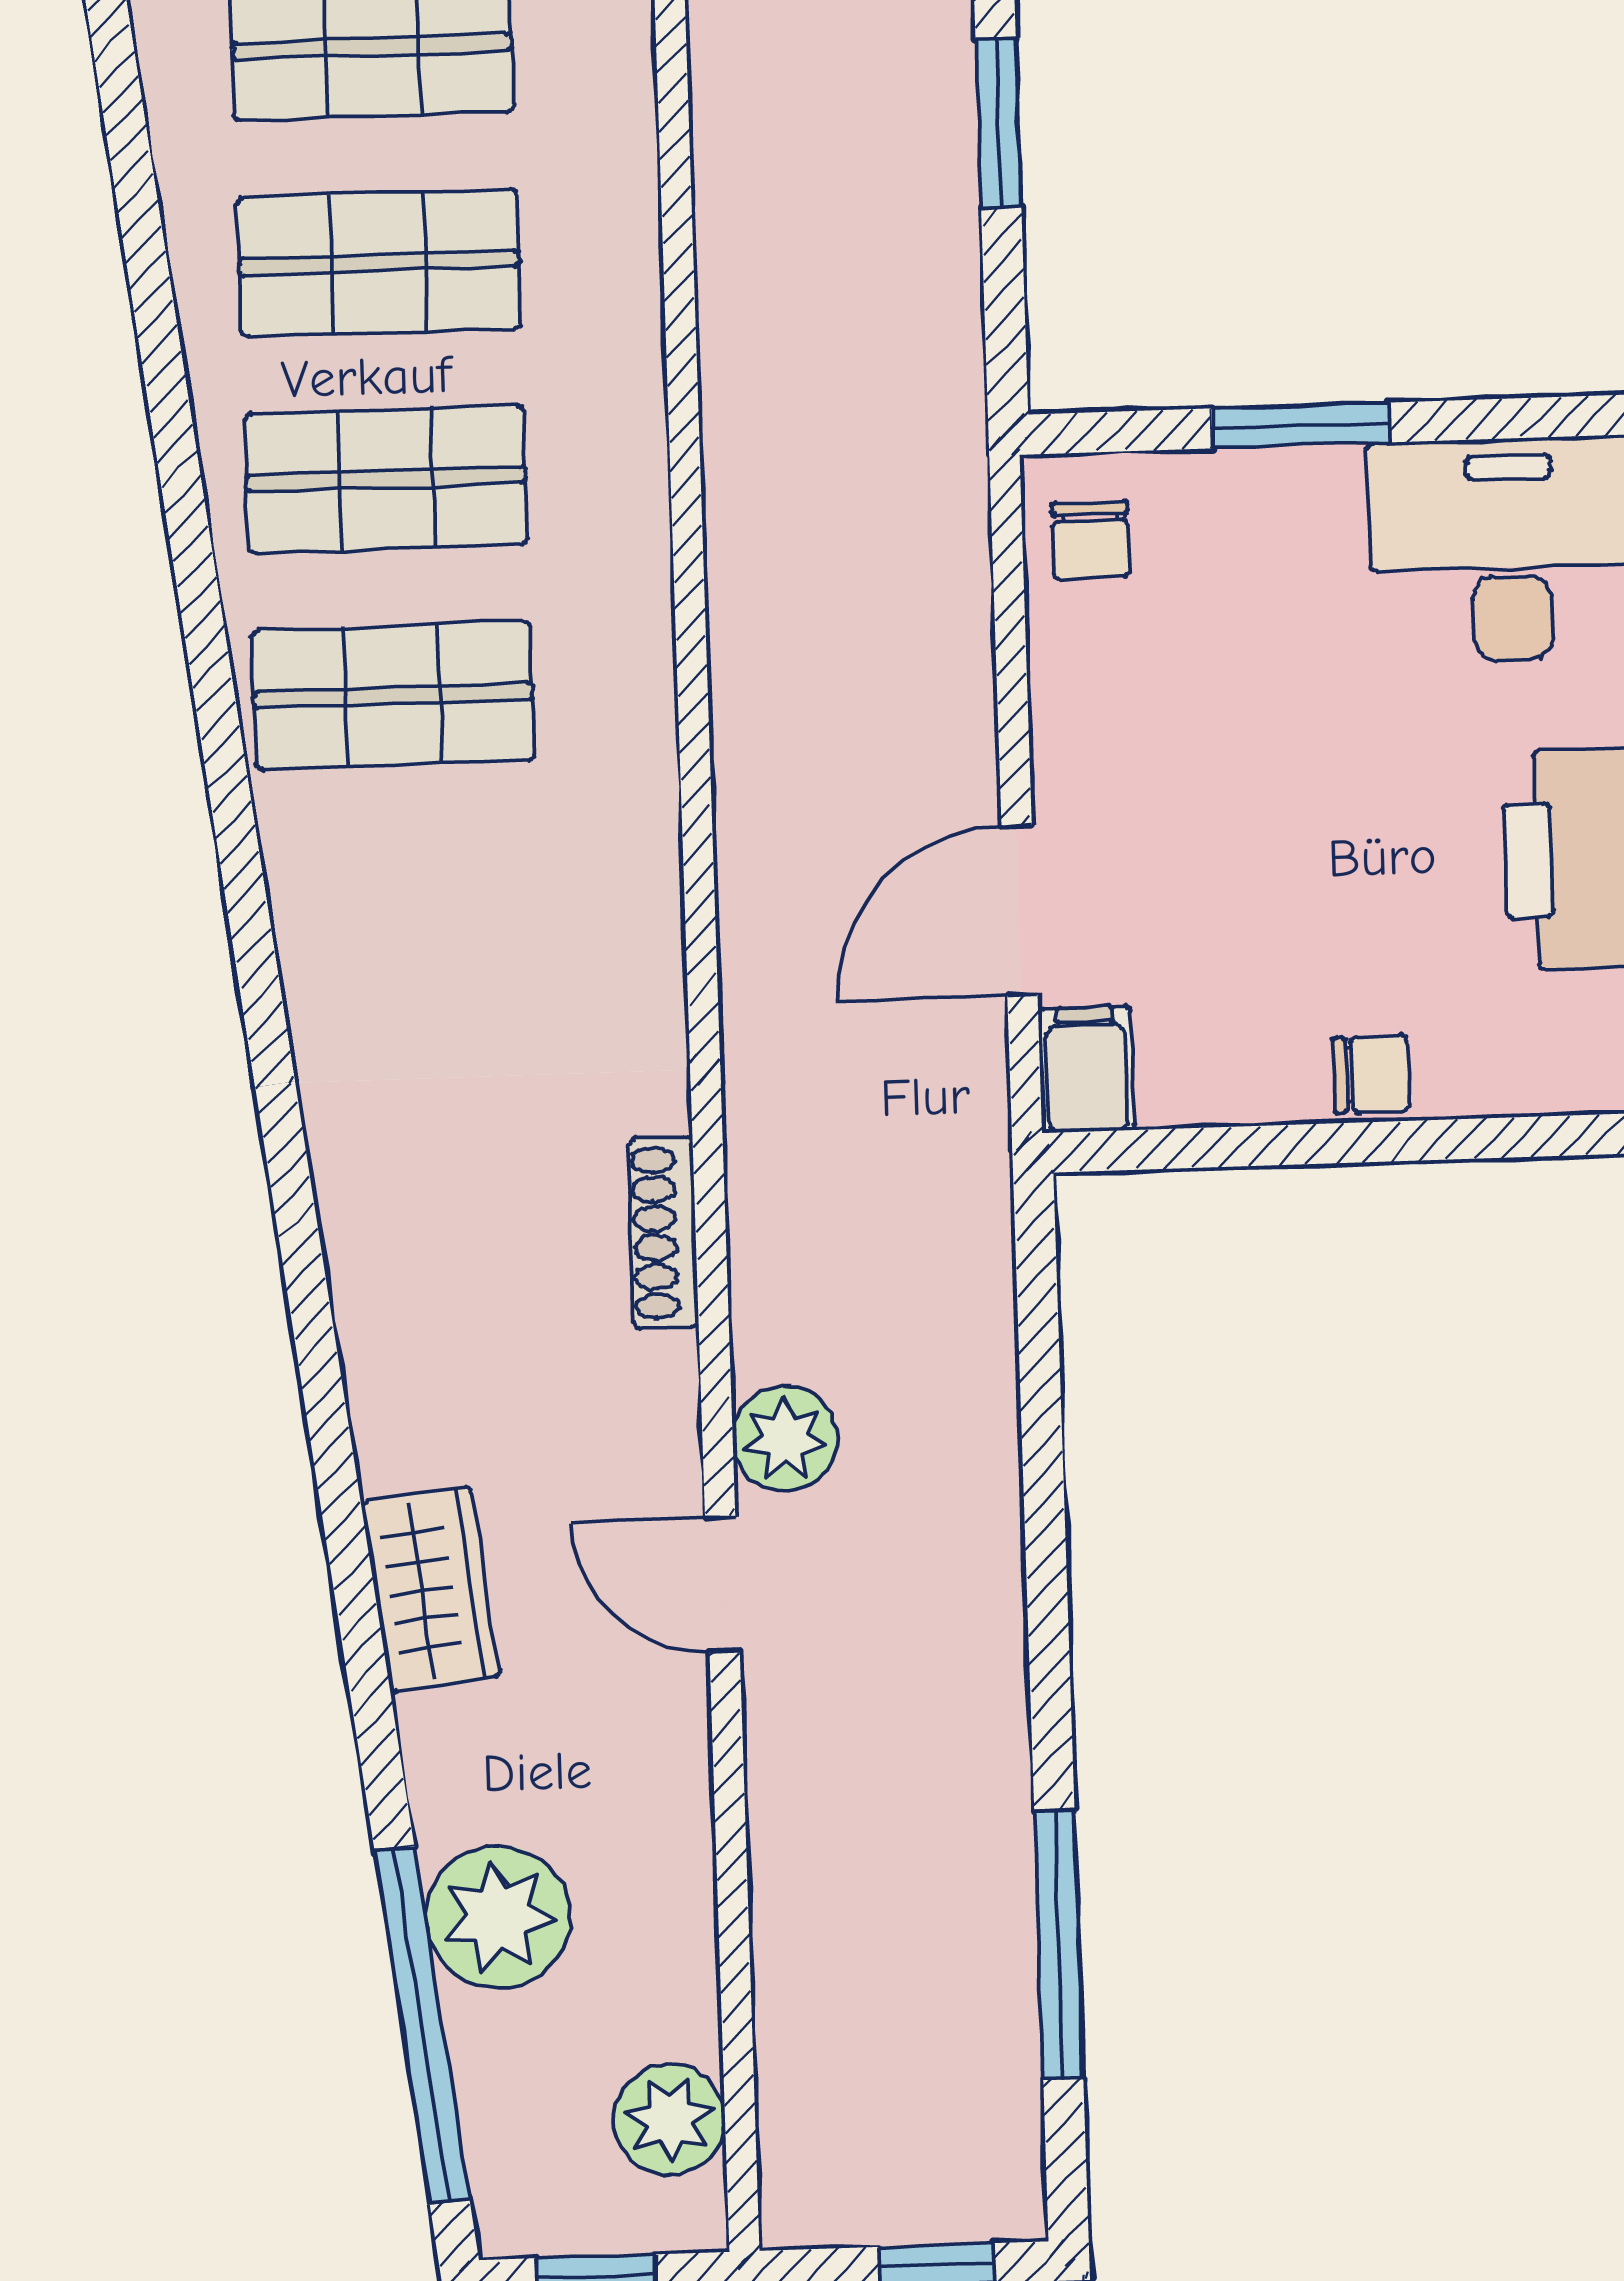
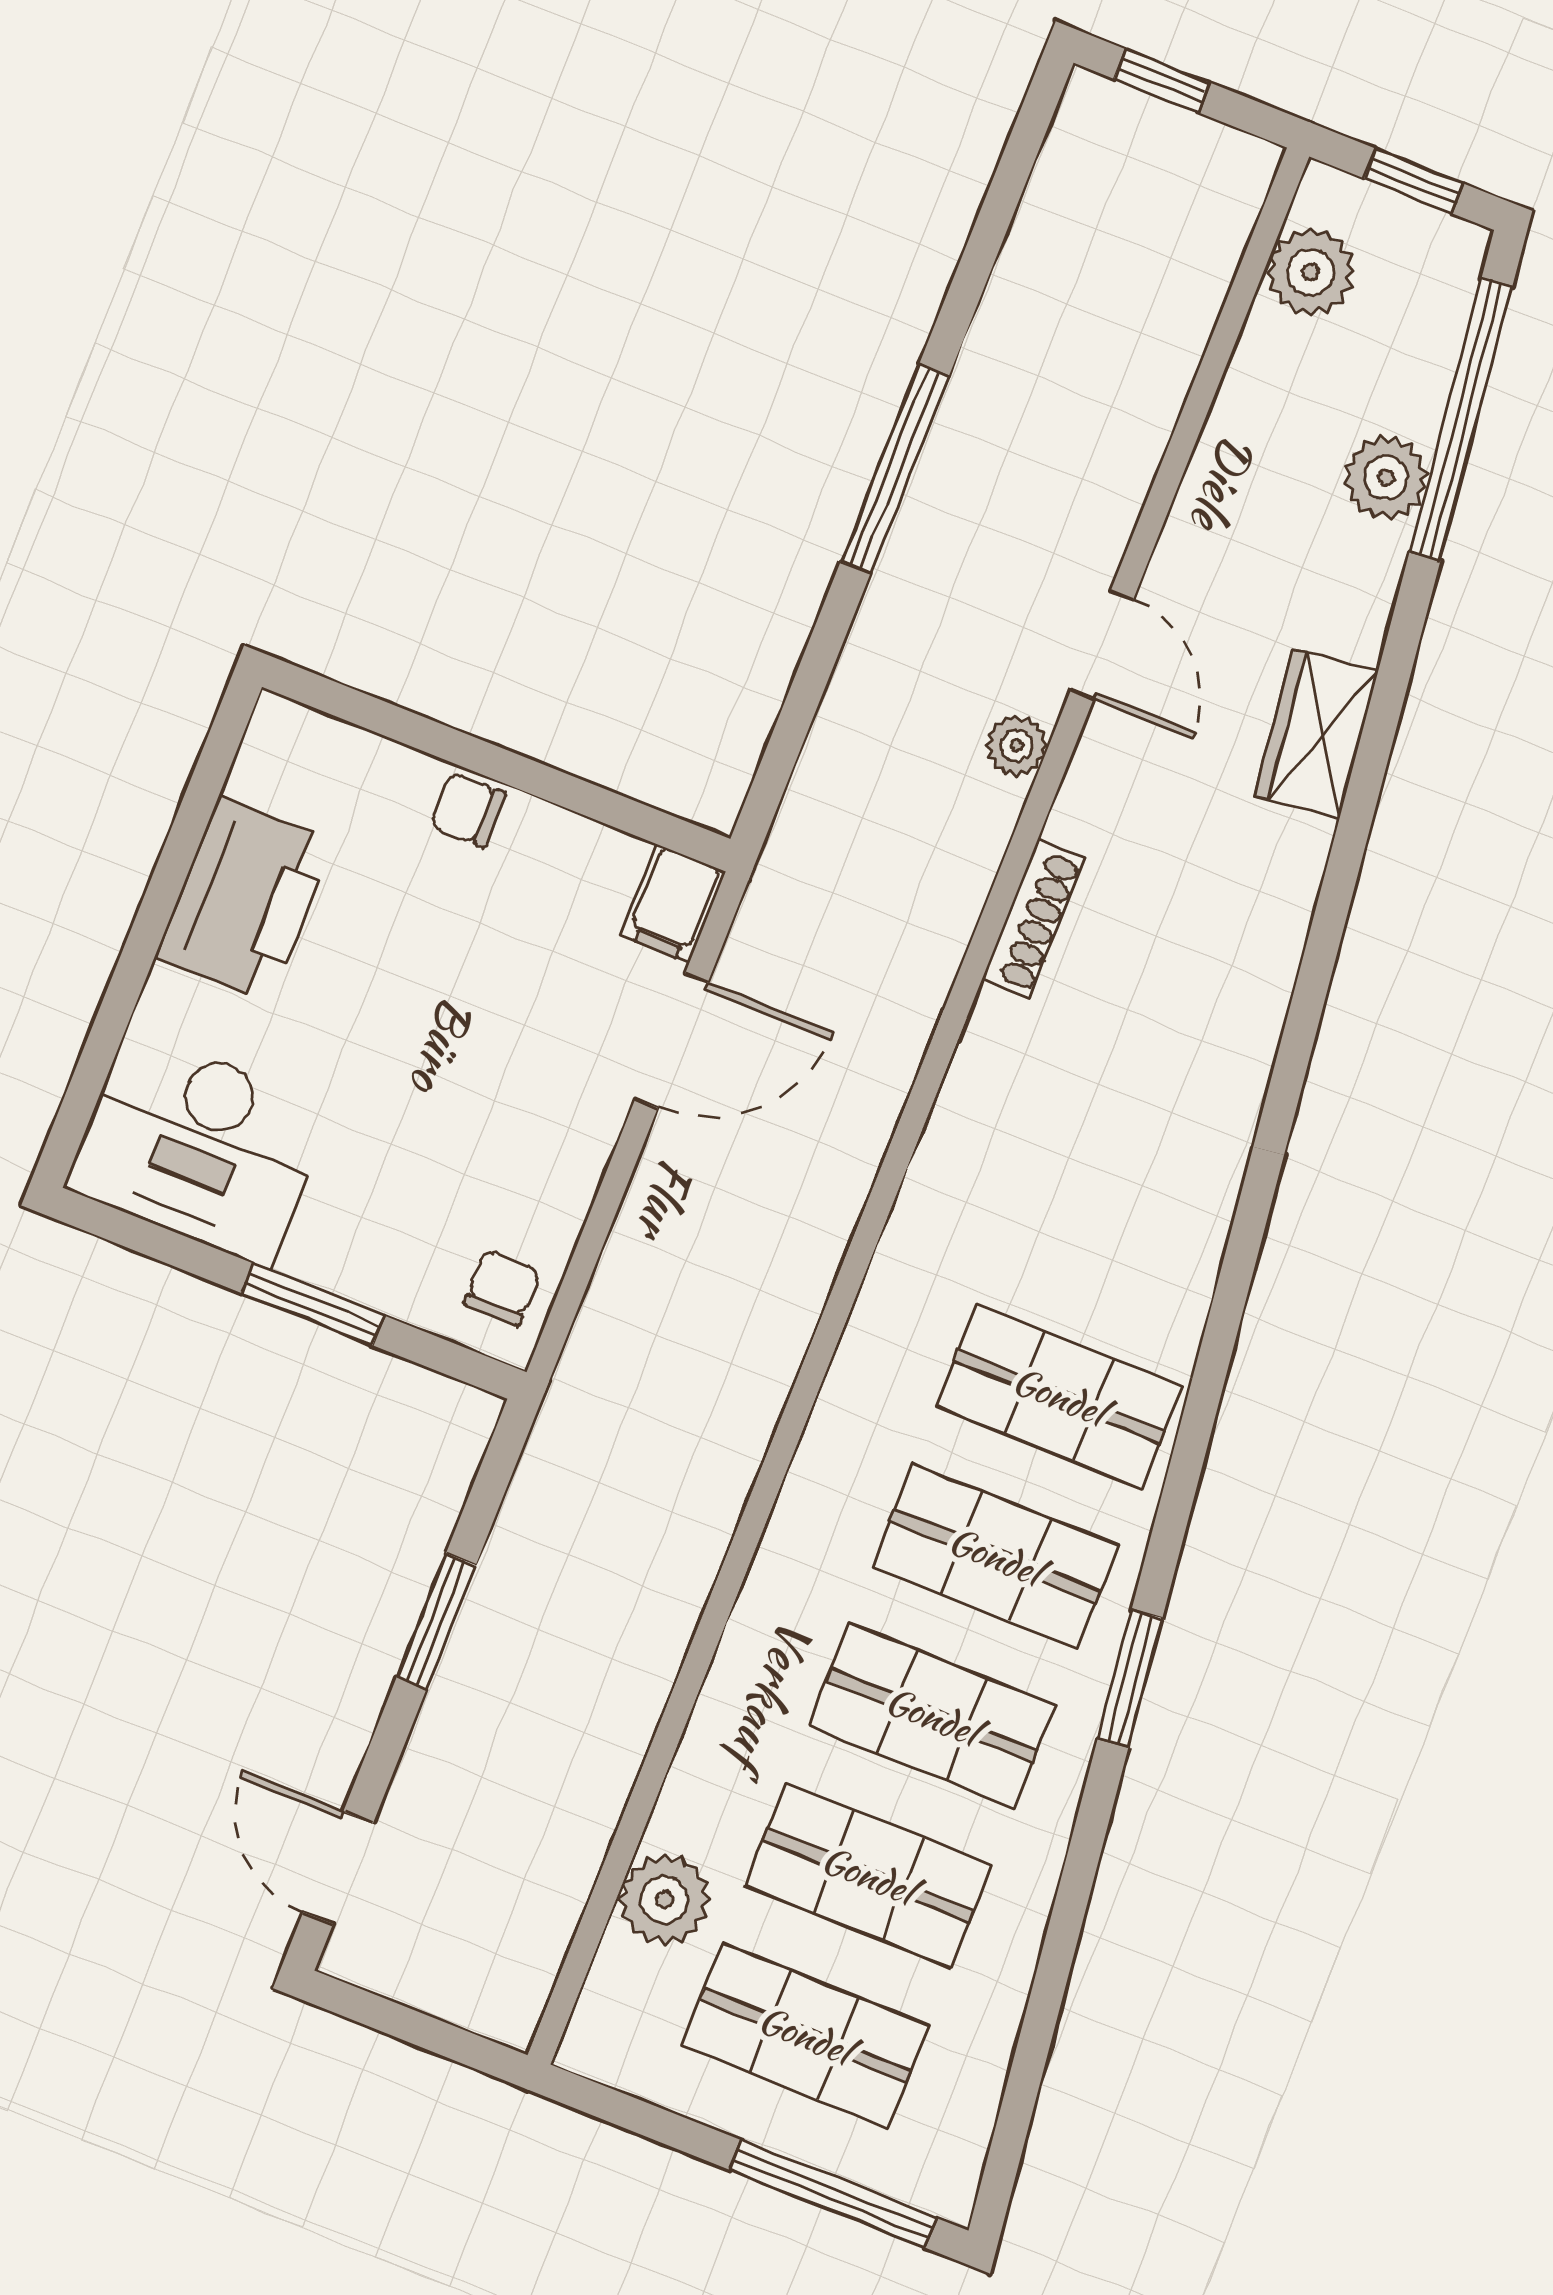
window: (169, 406) -> (1130, 1678), added
plant: (785, 1439) -> (1016, 745), width x0.73, depth x0.73
plant: (498, 1917) -> (1386, 478), width x0.73, depth x0.73
window: (1059, 1944) -> (895, 469), moved

